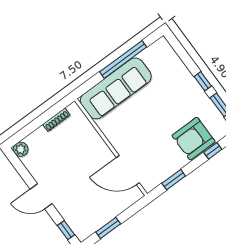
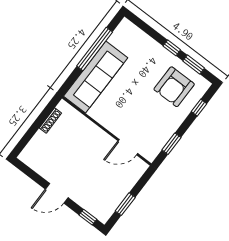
armchair: (194, 139) -> (174, 87), moved
plant: (21, 149) -> (26, 156), removed
door: (128, 170) -> (128, 147), width x0.73

